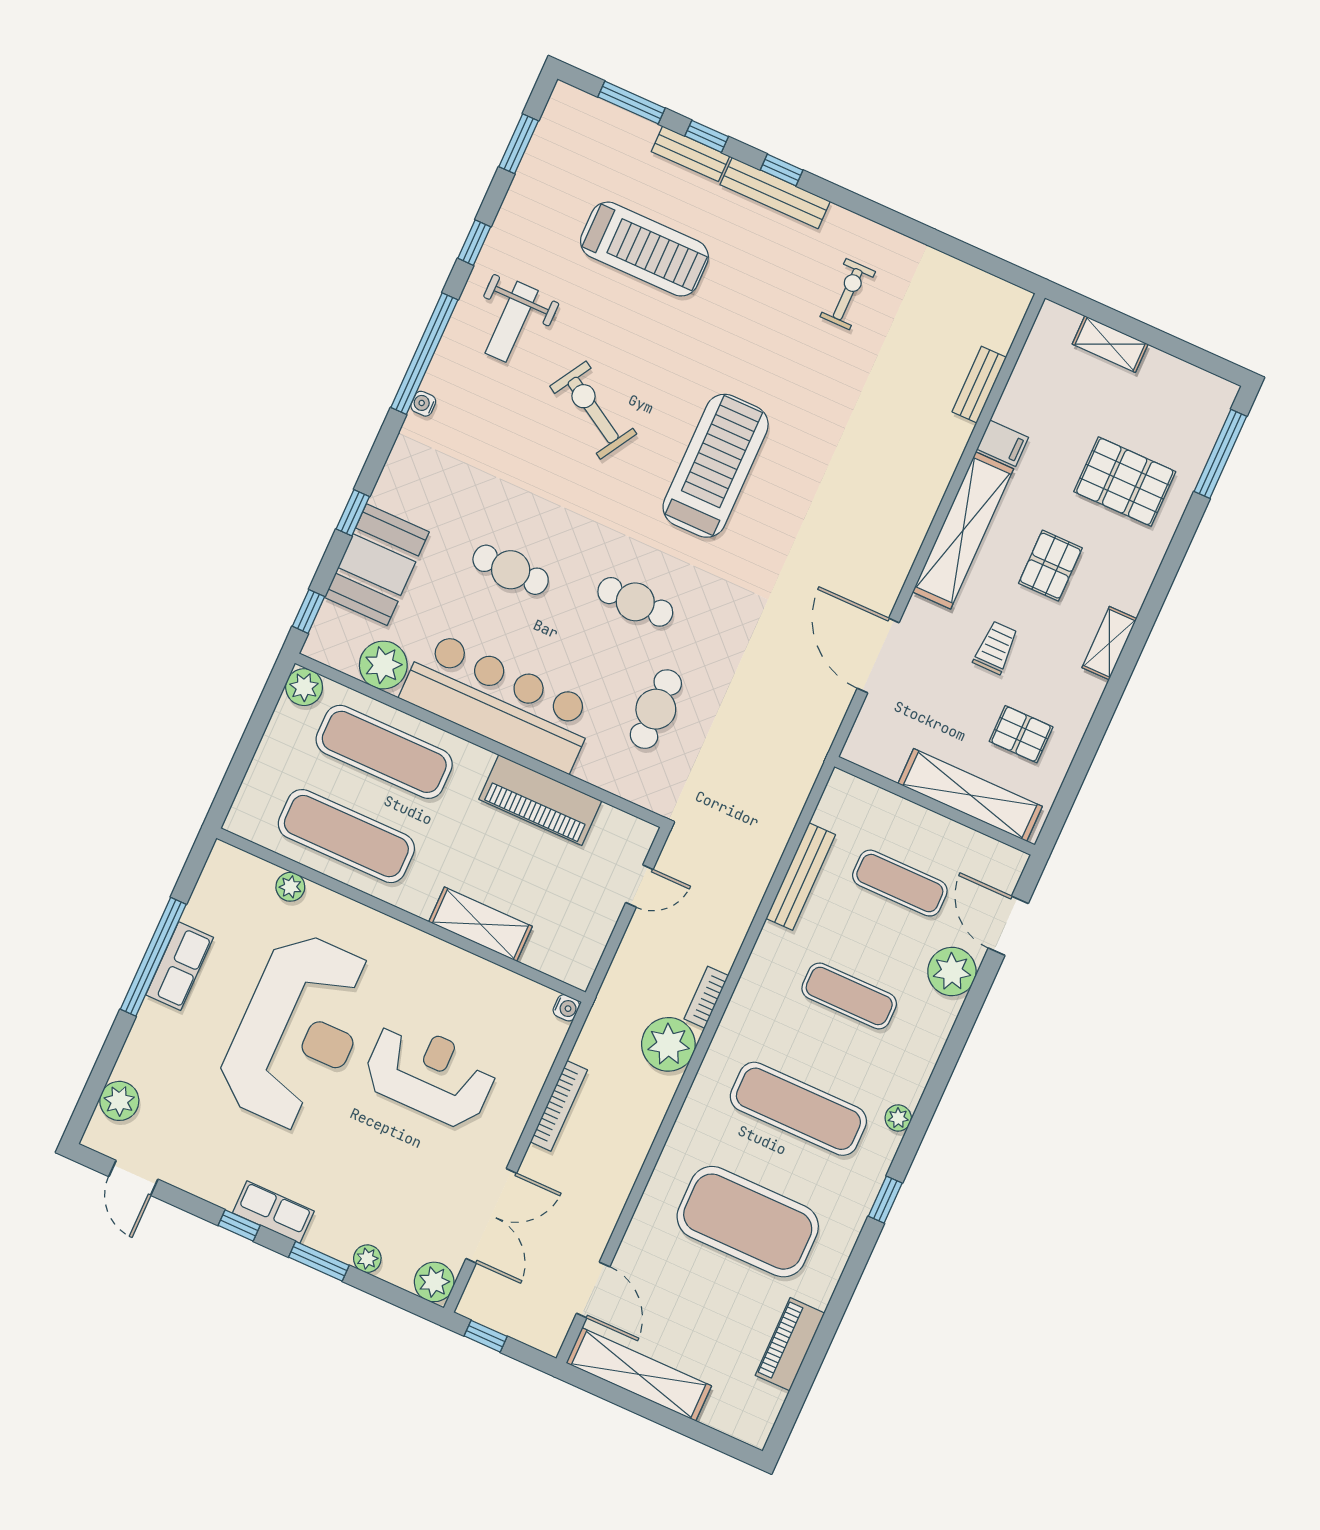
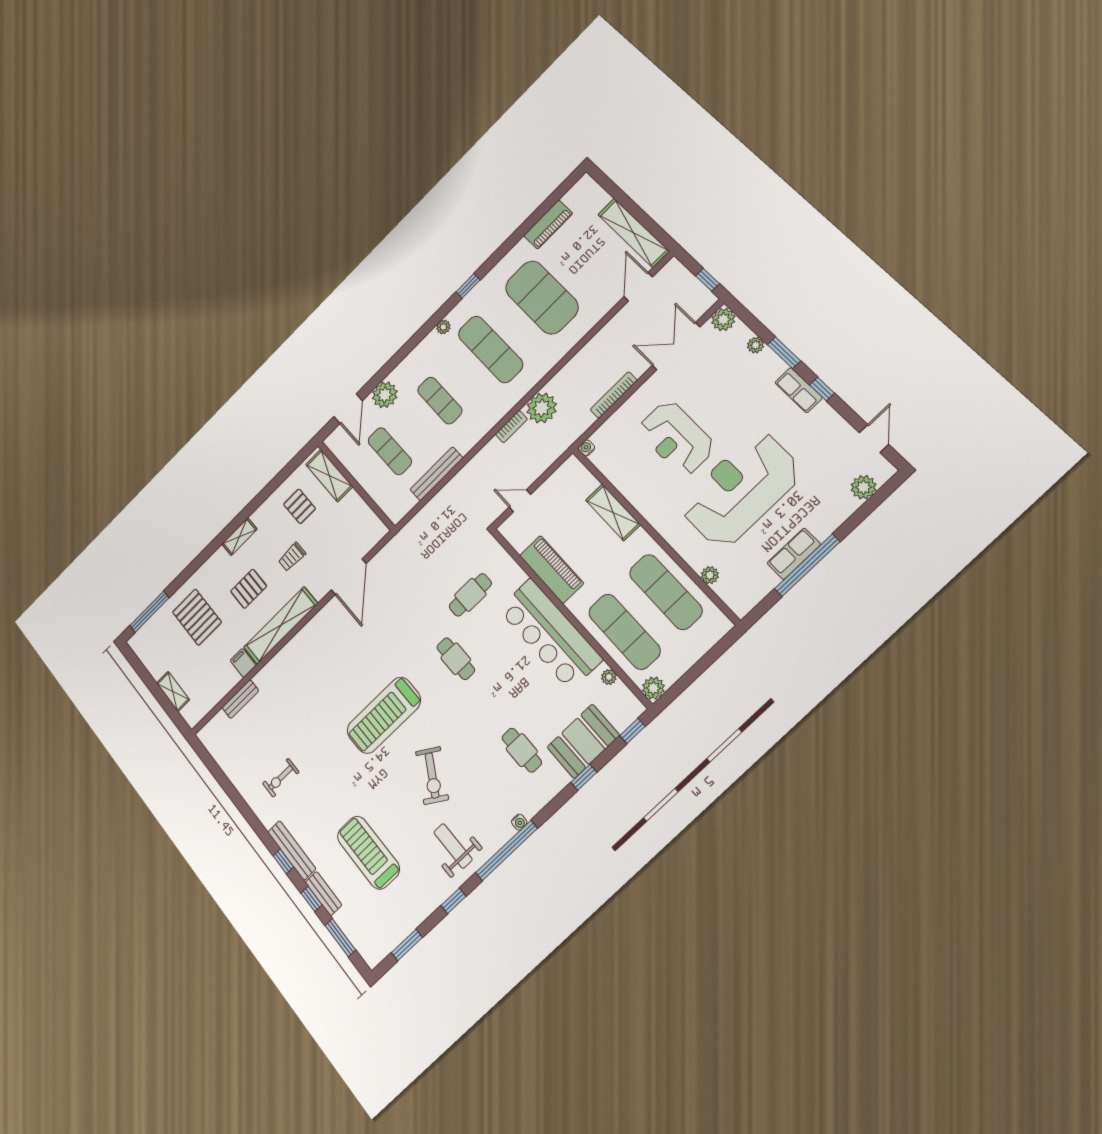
weight bench: (512, 322) -> (453, 846), turned -90
cafe table: (511, 570) -> (522, 750), moved
plant: (383, 665) -> (609, 677), width x0.53, depth x0.53
shelving: (970, 795) -> (329, 476), width x0.68

